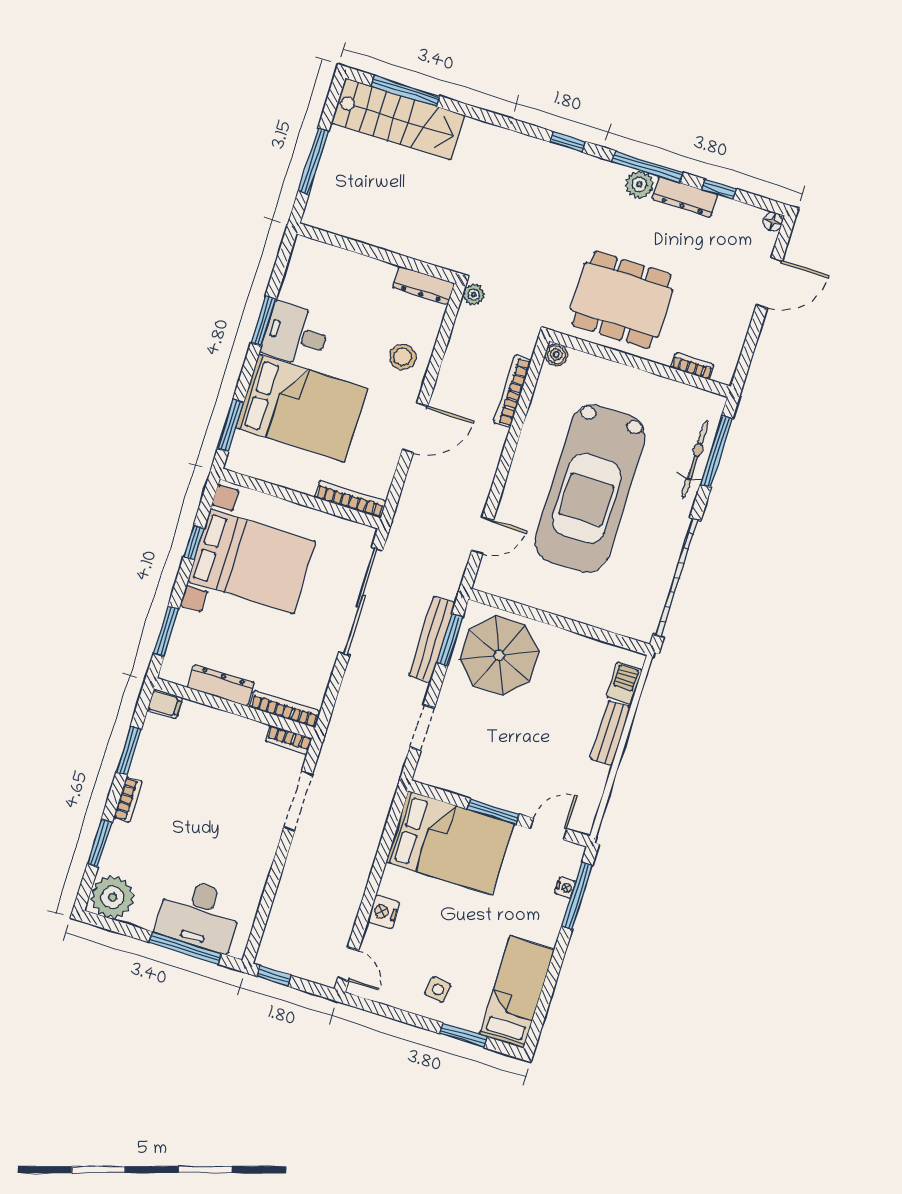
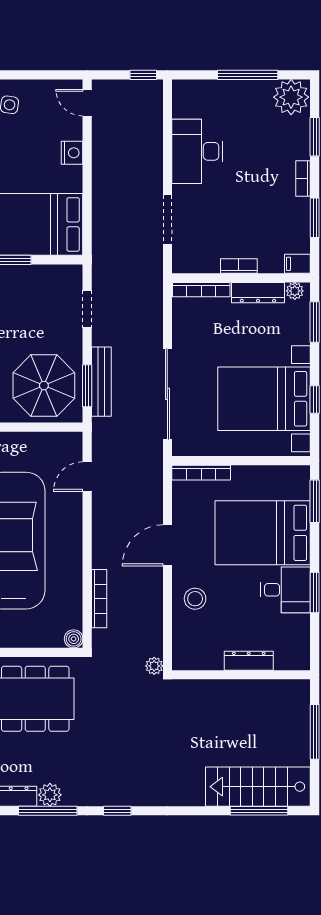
dresser: (424, 285) -> (249, 661), moved
plant: (178, 674) -> (295, 291), added
bookcase: (289, 740) -> (239, 266), moved
desk: (199, 915) -> (197, 151), moved, turned -90
window: (185, 948) -> (248, 75), moved

